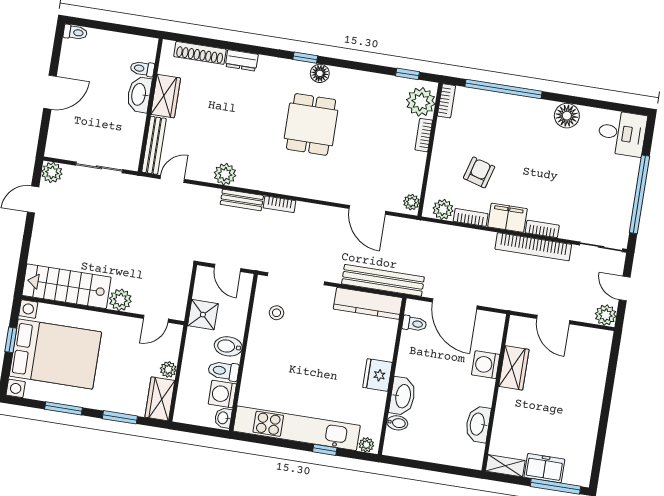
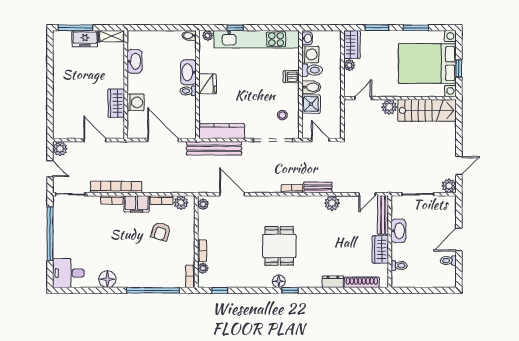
toilet: (75, 32) -> (448, 261), moved
washbasin: (139, 94) -> (398, 231), moved
plant: (421, 102) -> (203, 268), width x0.53, depth x0.53
shower: (203, 315) -> (311, 104), moved
toilet: (414, 324) -> (188, 91), moved
dishwasher: (255, 366) -> (291, 77), added
bidet: (397, 423) -> (189, 36), moved

